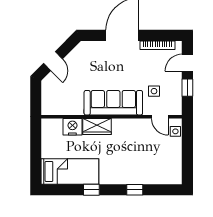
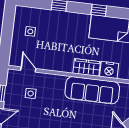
sofa: (113, 103) -> (92, 90), moved
side table: (175, 131) -> (30, 31), moved

